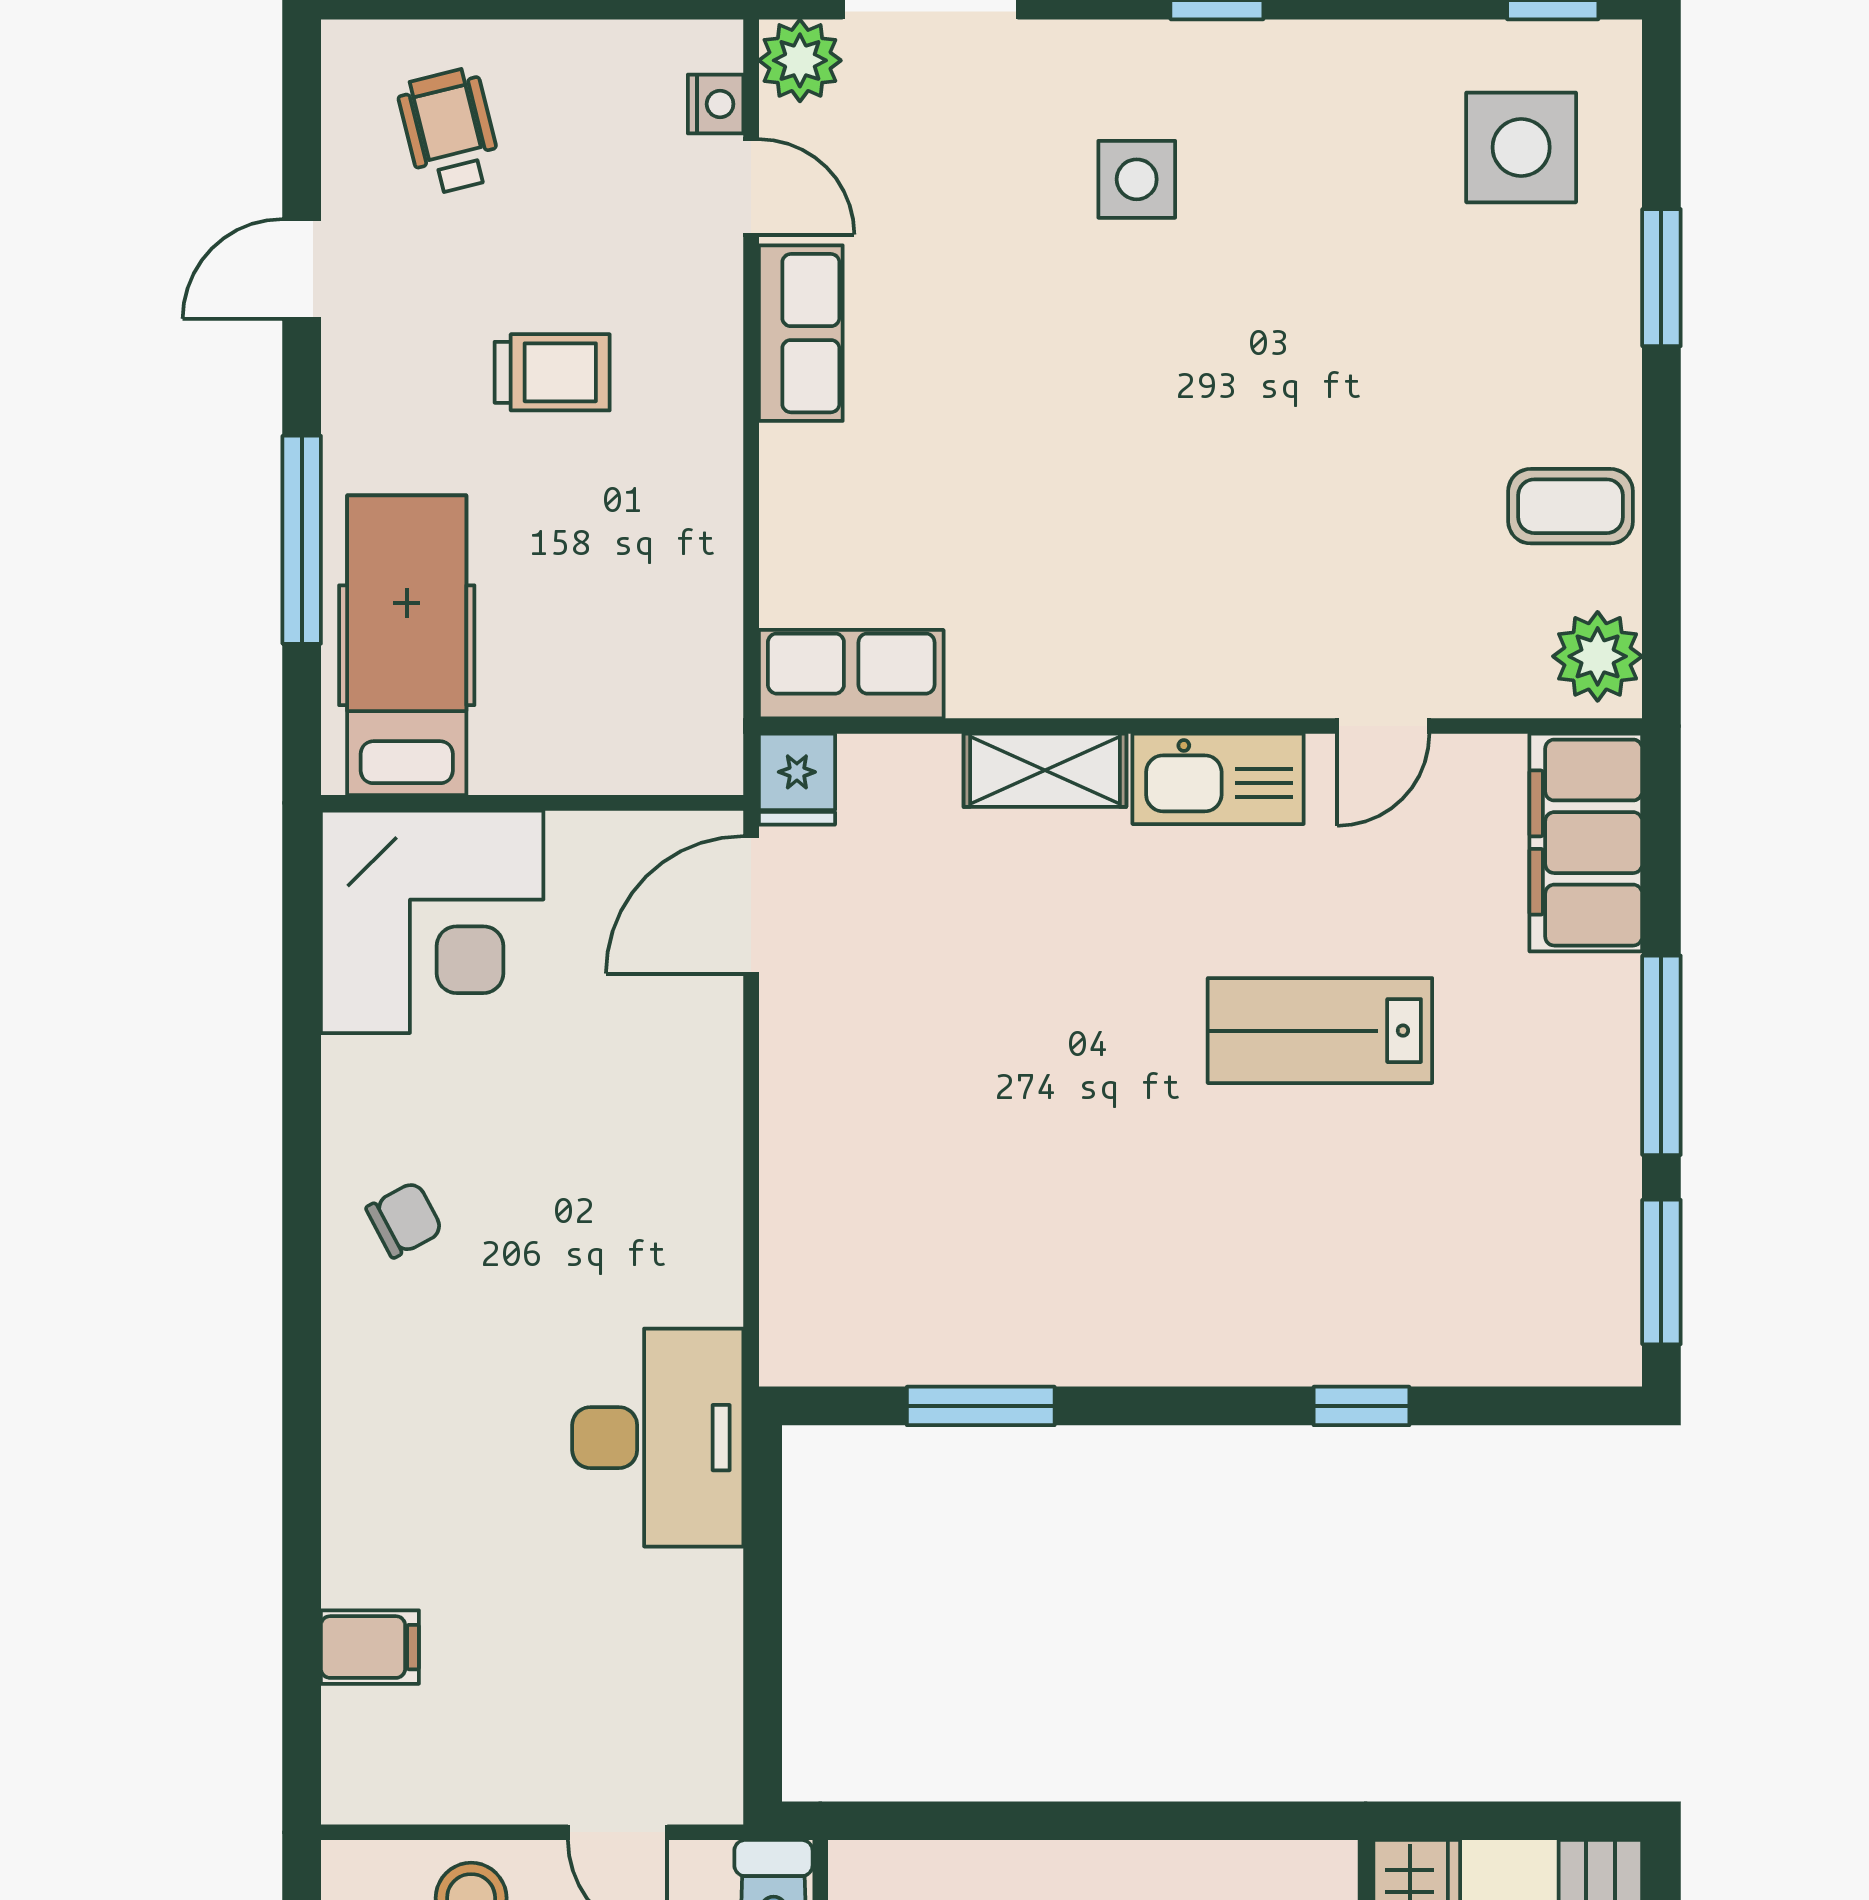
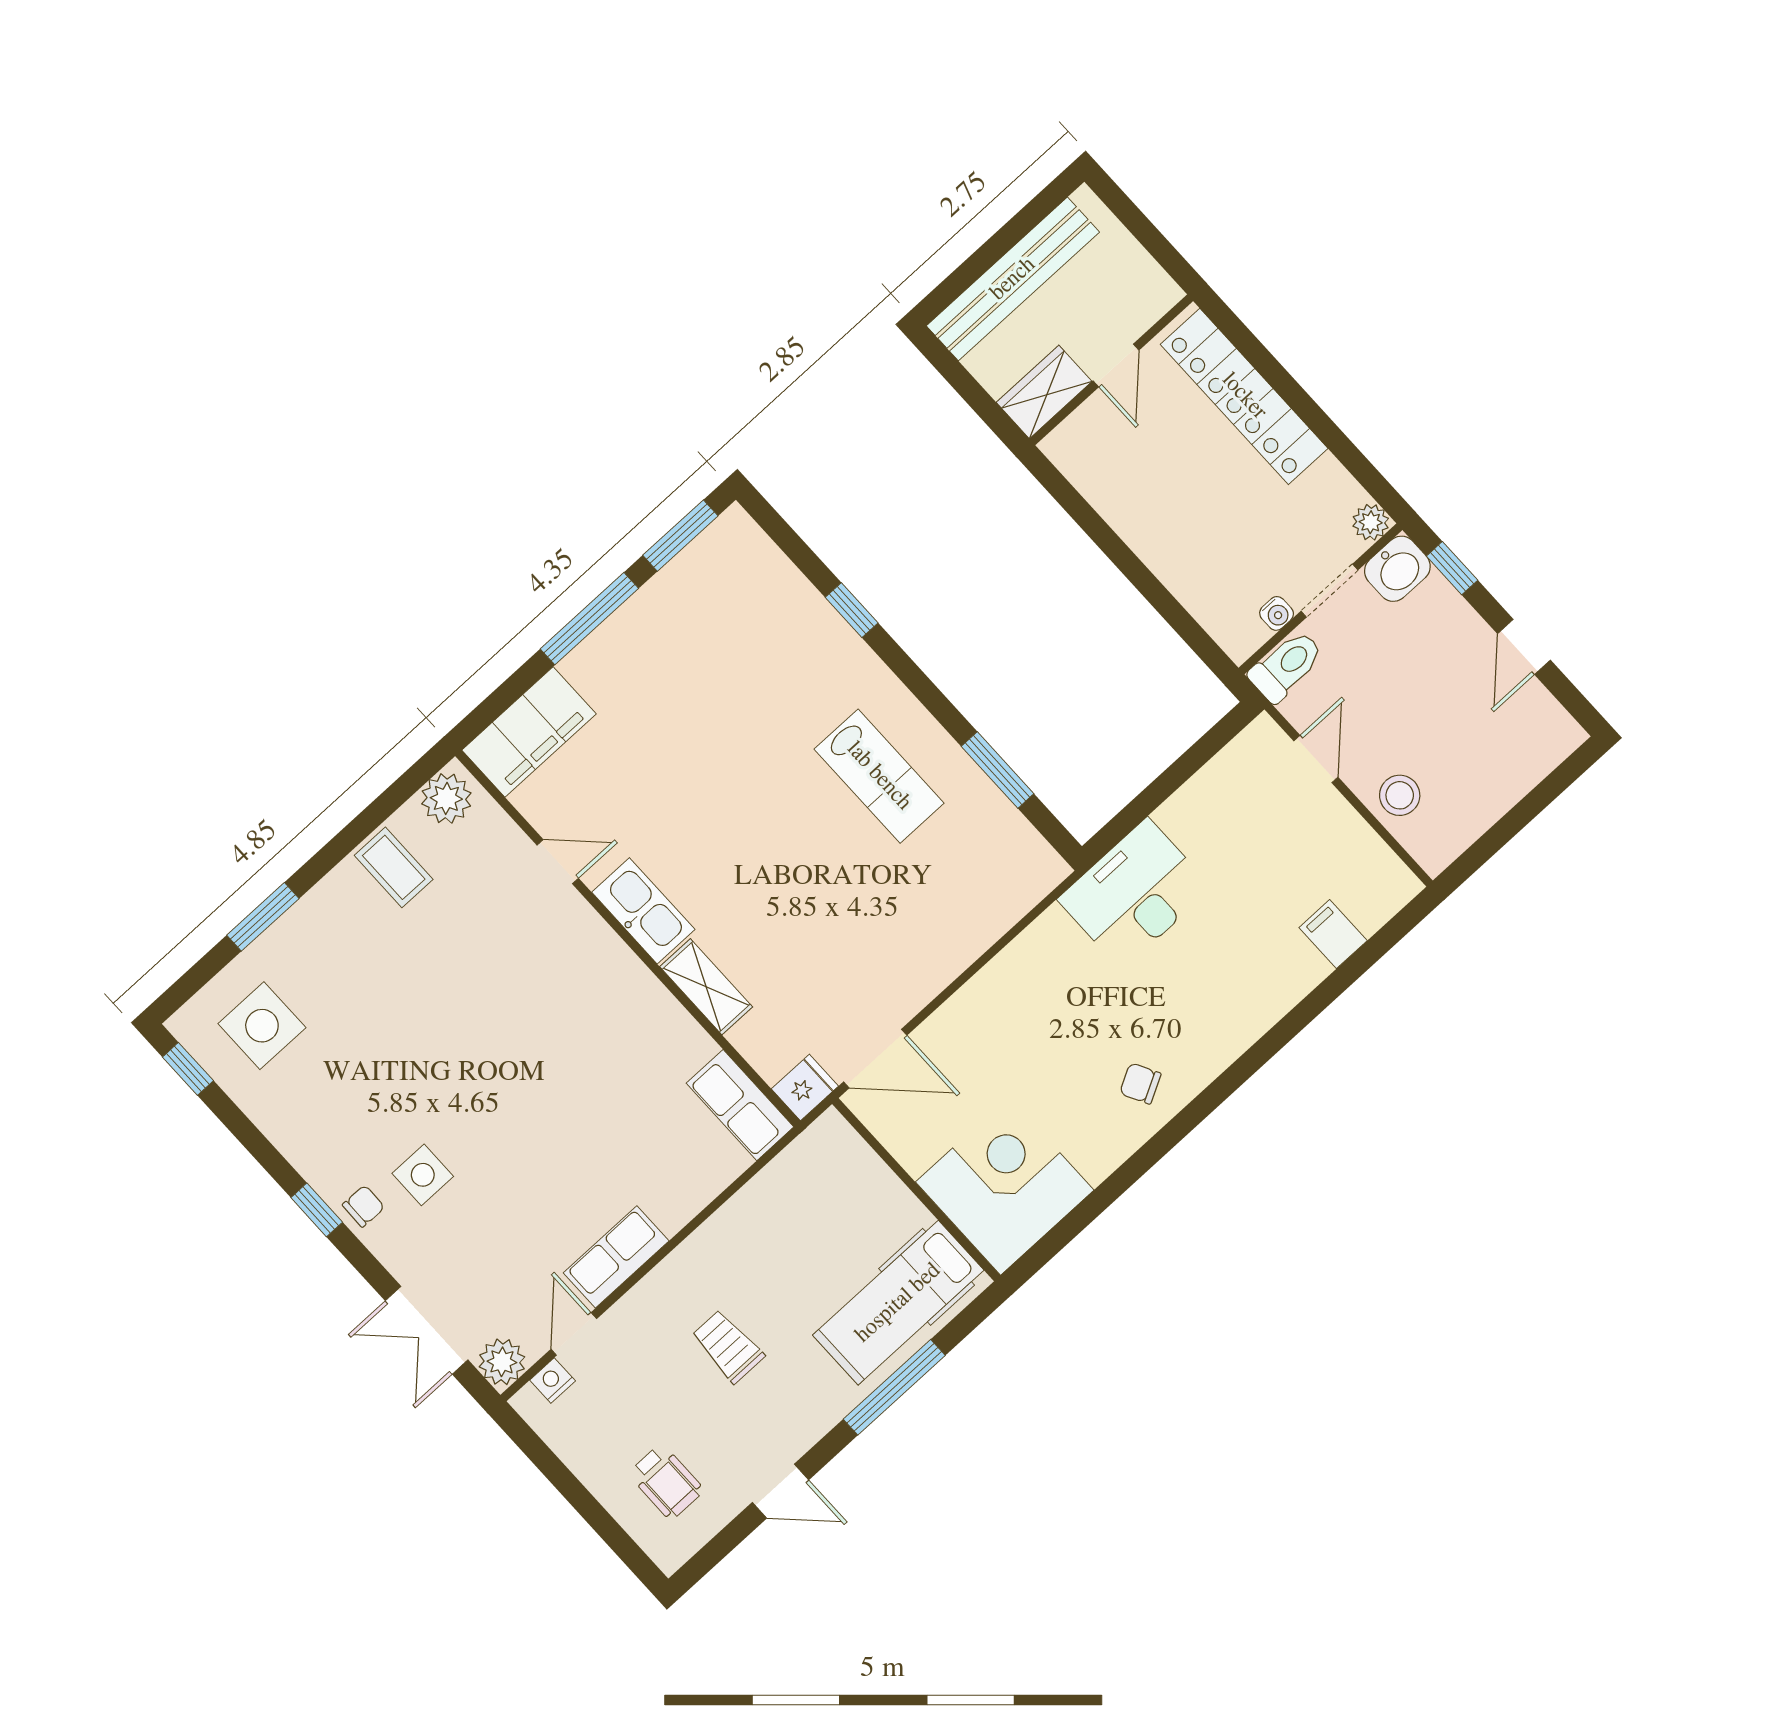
chair: (1166, 65) -> (363, 1206), added
wheelchair: (449, 131) -> (666, 1482), turned -76
lab bench: (1320, 1031) -> (879, 776), moved

